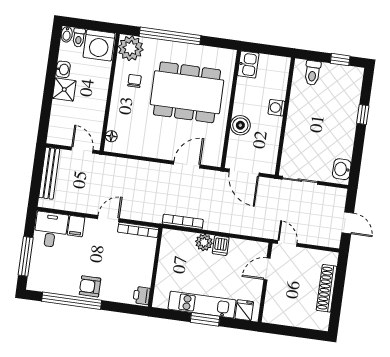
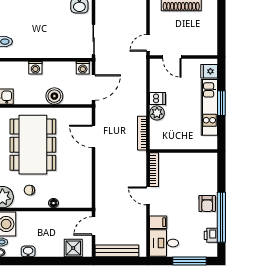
shower: (64, 90) -> (73, 248), moved
floor lamp: (111, 136) -> (54, 203), moved
washing machine: (269, 163) -> (83, 68), added
printer: (142, 296) -> (211, 235), moved, turned 90

